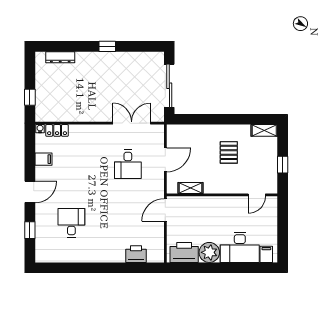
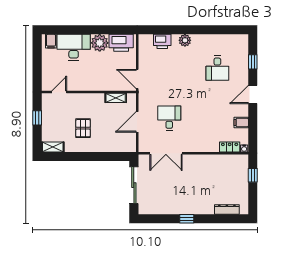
door: (165, 210) -> (137, 79), swing flipped
plant: (109, 255) -> (185, 40), added

